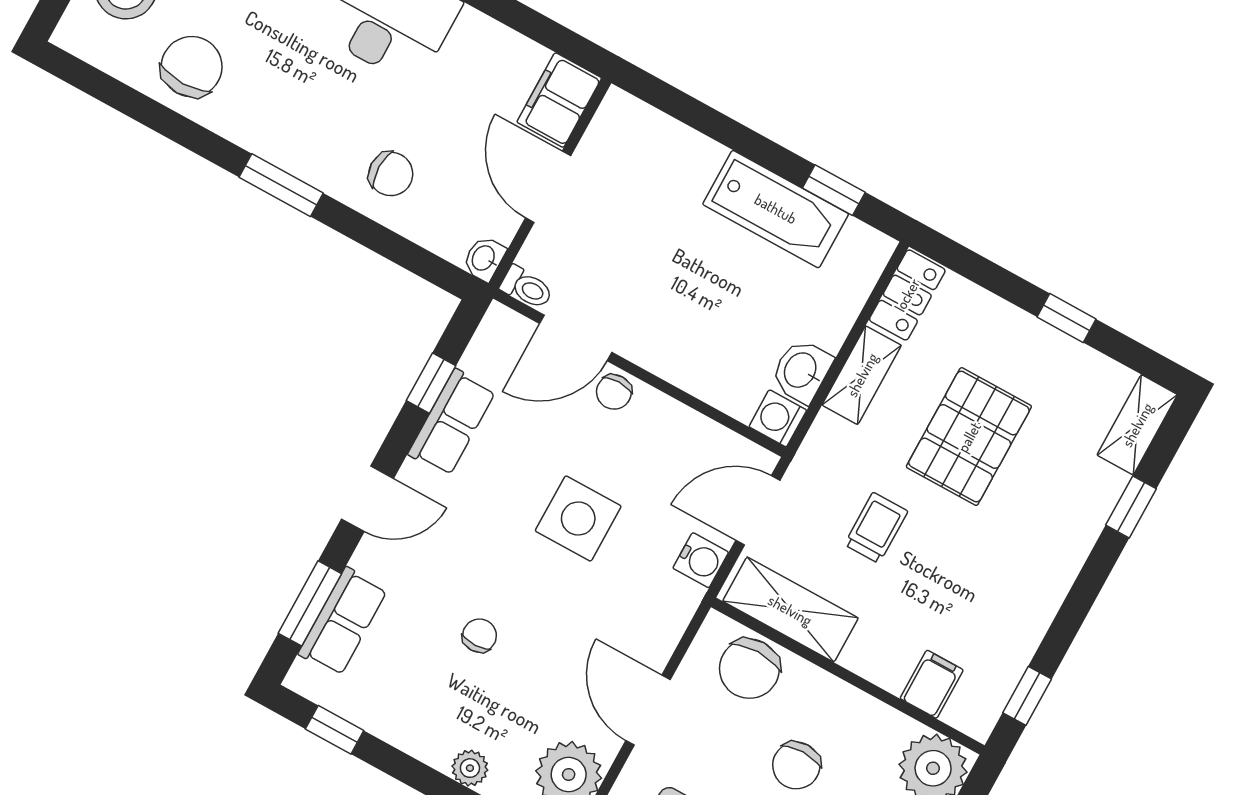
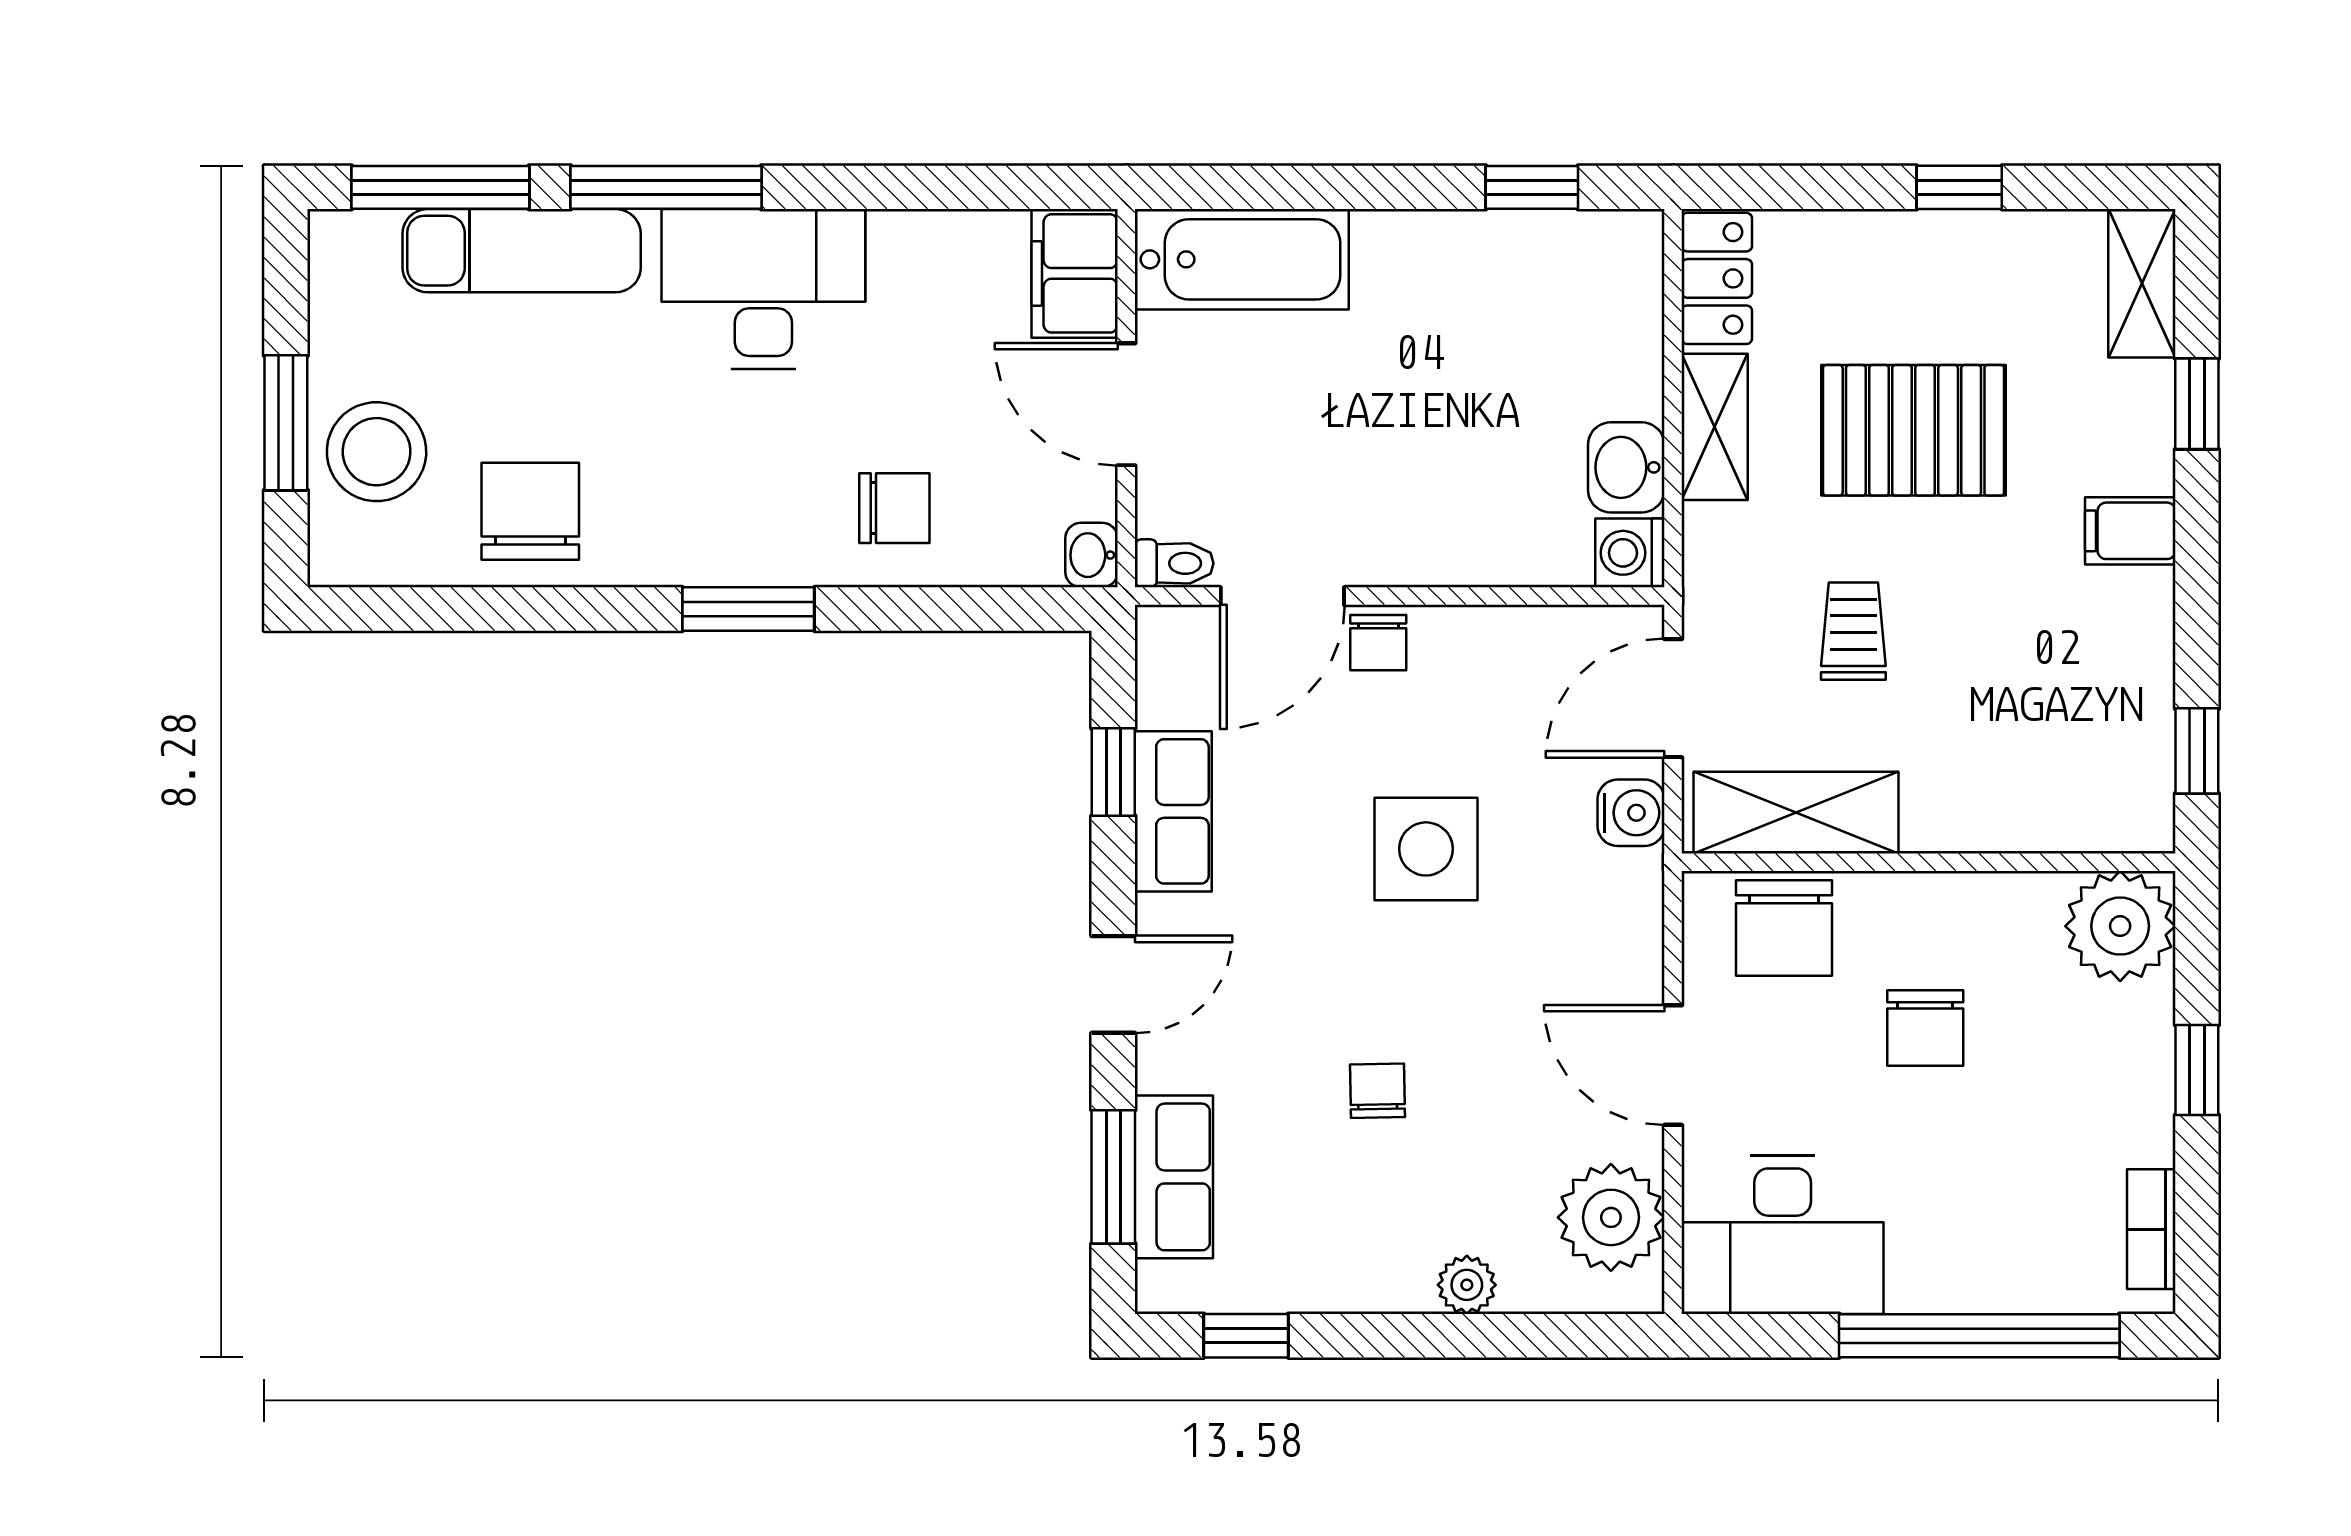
bathtub: (776, 209) -> (1242, 259), moved
pallet: (969, 437) -> (1914, 430), turned 90
filing cabinet: (932, 684) -> (2130, 531), moved, turned -90

